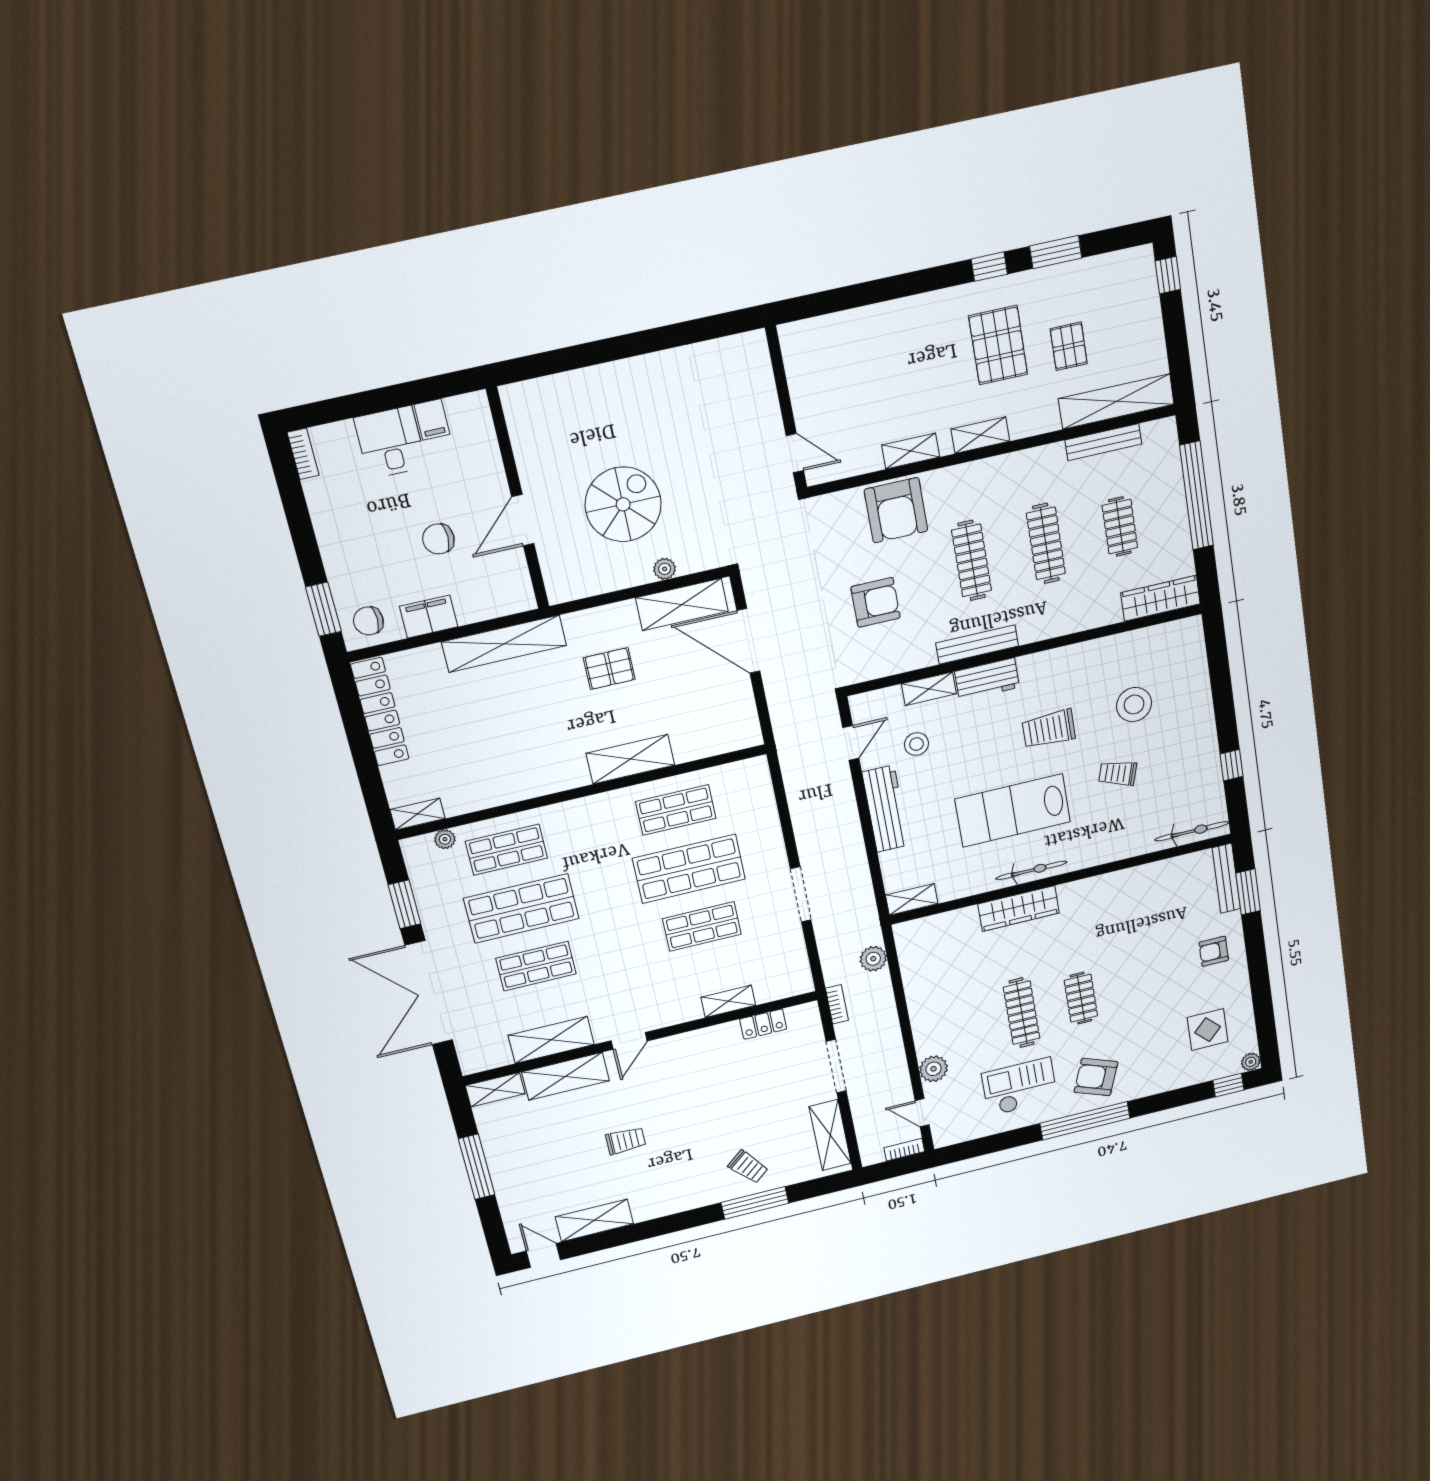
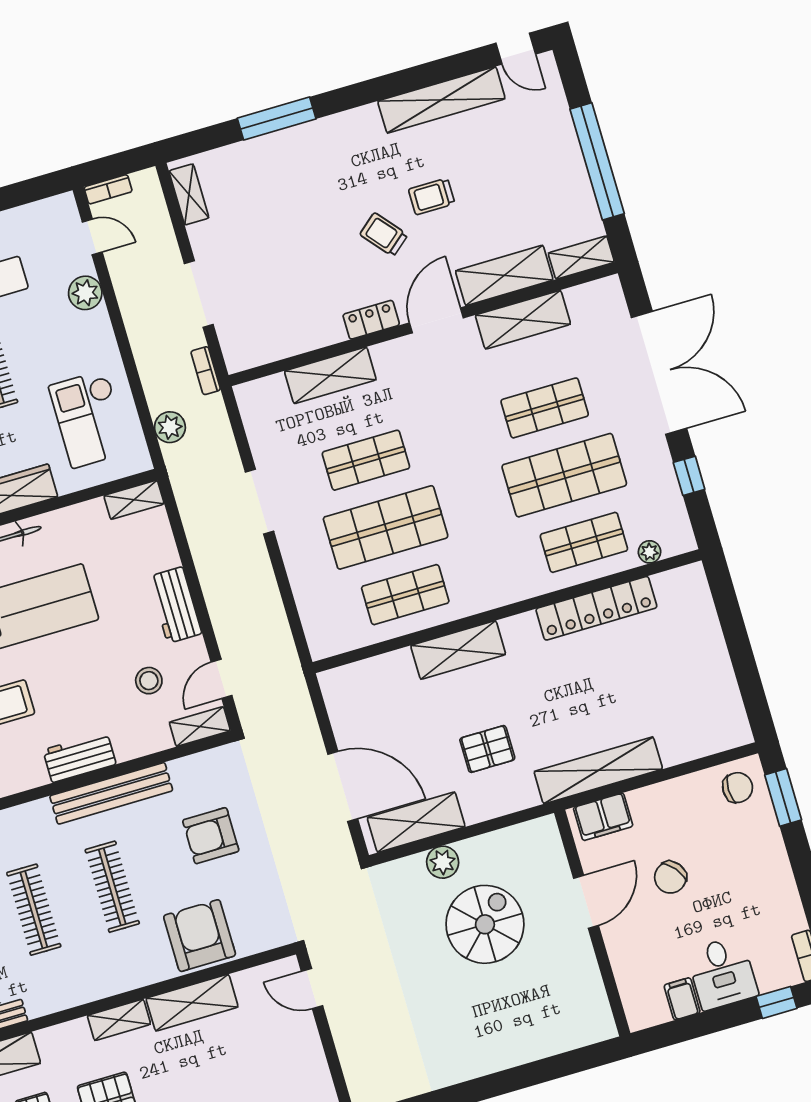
window: (336, 410) -> (776, 1002), added
shelving: (911, 451) -> (192, 1003), width x1.50, depth x1.33
spiral stairs: (623, 504) -> (485, 924), turned 180
chair: (438, 539) -> (670, 877), turned 142
plant: (665, 569) -> (443, 862), width x1.38, depth x1.38
filing cabinet: (429, 617) -> (603, 817), moved
bench: (977, 645) -> (111, 793), width x1.37, depth x1.21
shelving: (929, 689) -> (200, 727), moved
locker: (380, 712) -> (596, 608), moved, turned -90
workbench: (886, 809) -> (175, 605), width x0.73
shelving: (418, 814) -> (679, 579), removed
window: (404, 904) -> (689, 476), width x0.67
checkout: (943, 967) -> (89, 419), added
shelving: (728, 1001) -> (330, 375), width x1.50, depth x1.33
locker: (763, 1024) -> (371, 320), moved
door: (629, 1041) -> (436, 320), width x1.38
shelving: (830, 1135) -> (189, 194), width x0.67, depth x0.75
window: (477, 1167) -> (597, 161), width x1.46
trolley: (748, 1167) -> (384, 235), moved
shelving: (594, 1220) -> (441, 100), width x1.47

